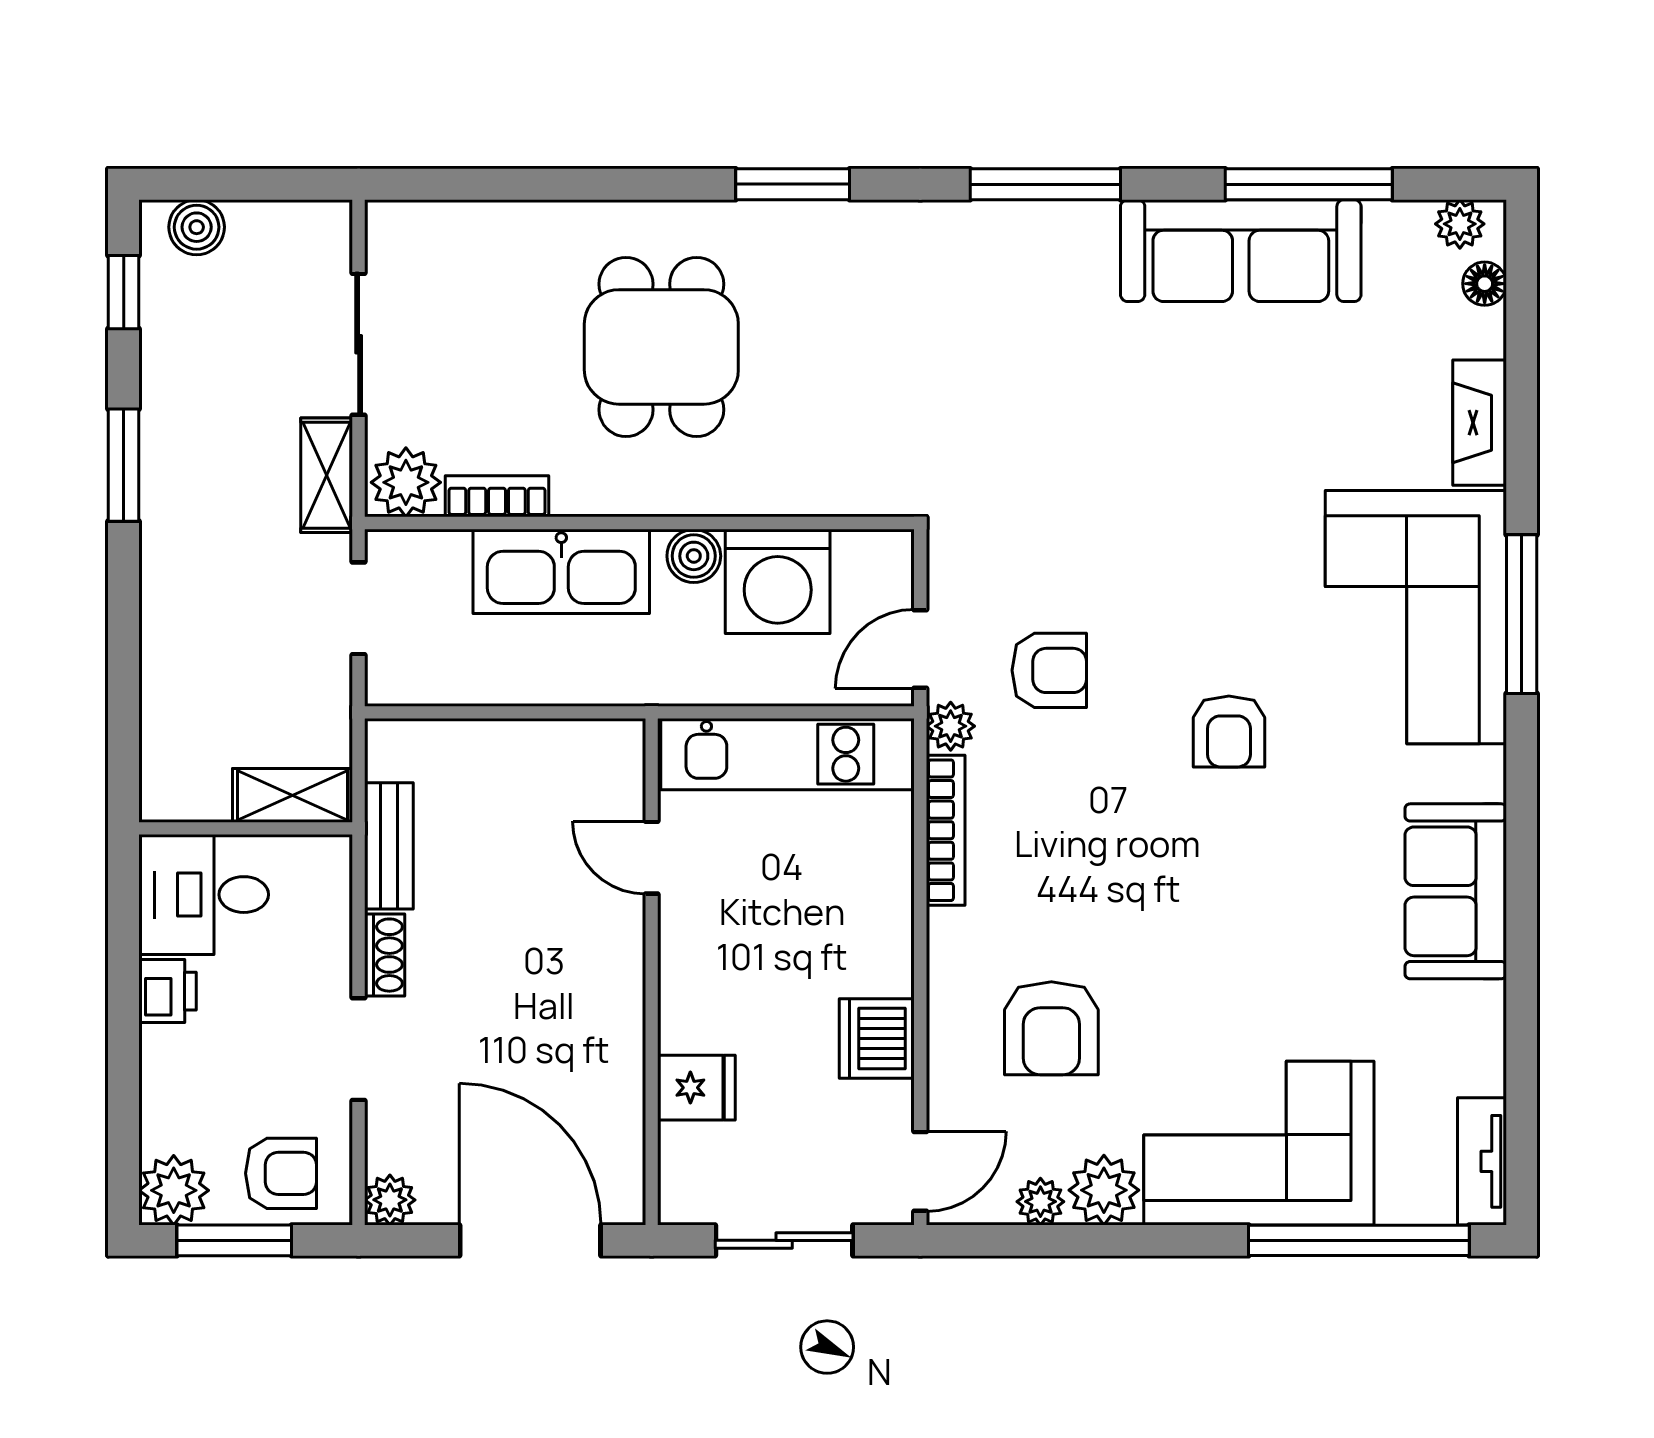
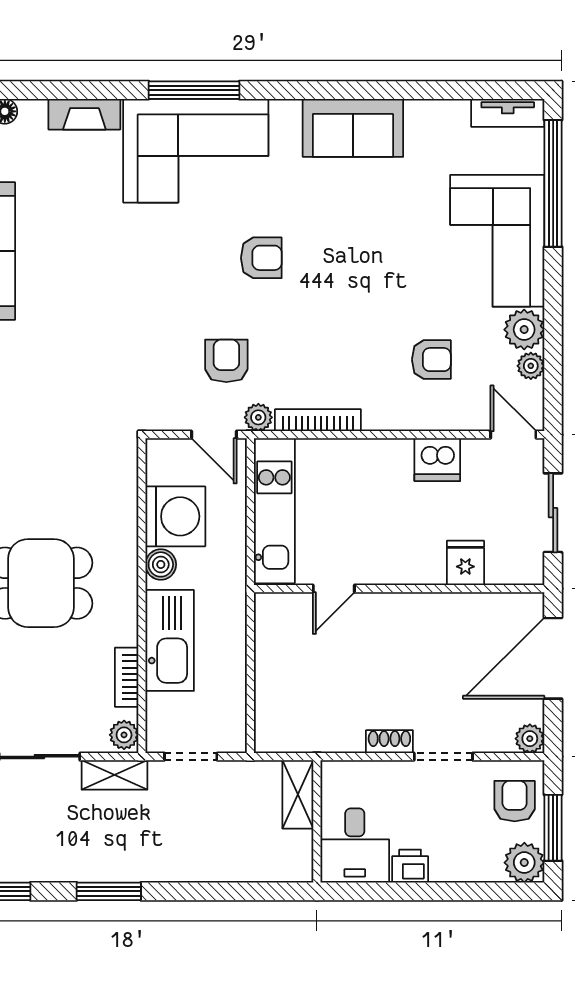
plant: (406, 482) -> (124, 735), width x0.73, depth x0.73
bench: (389, 846) -> (327, 739), removed
armchair: (1051, 1028) -> (431, 360), width x0.72, depth x0.72

